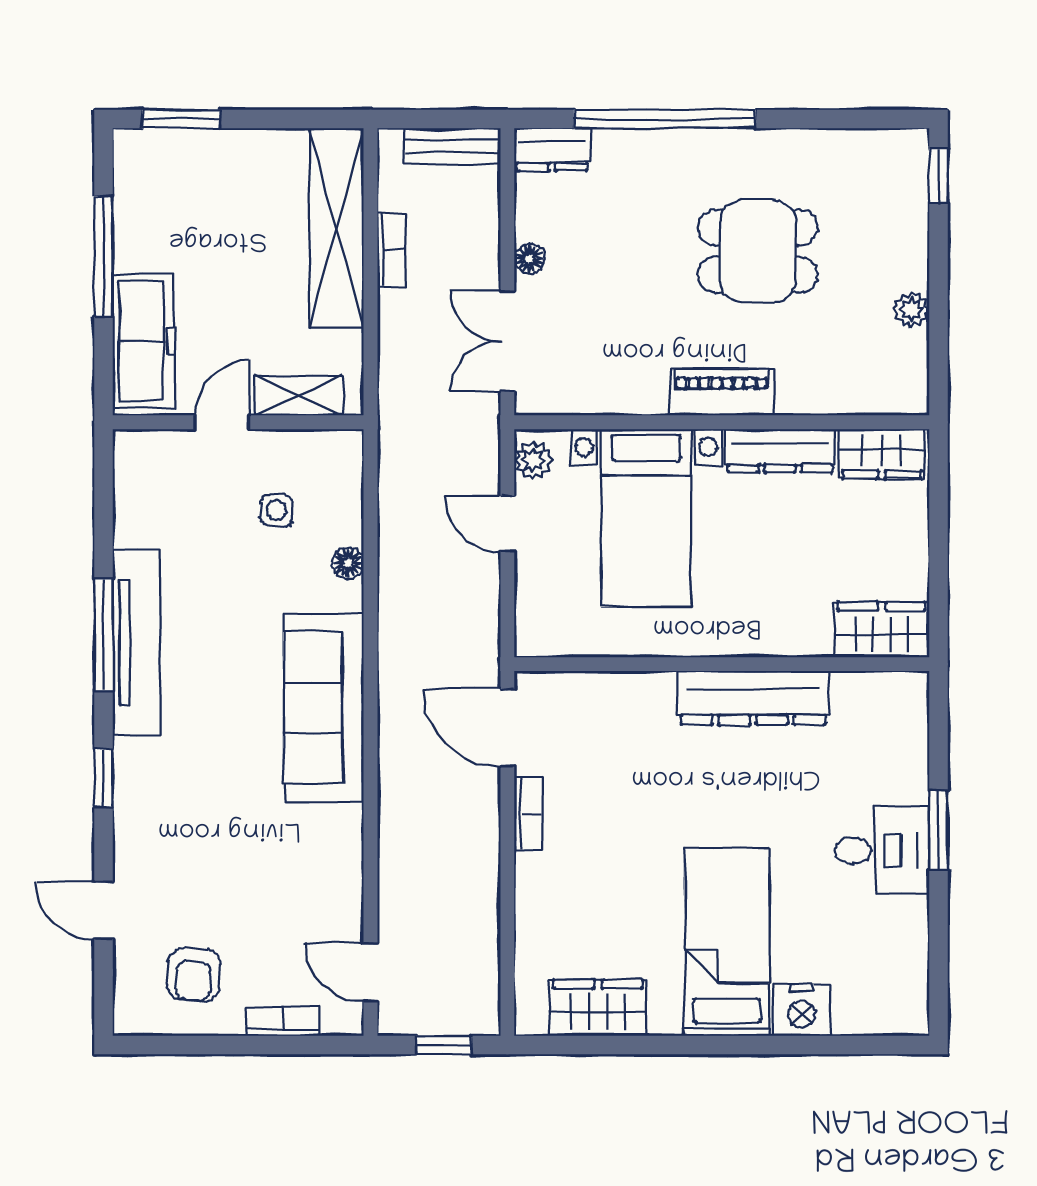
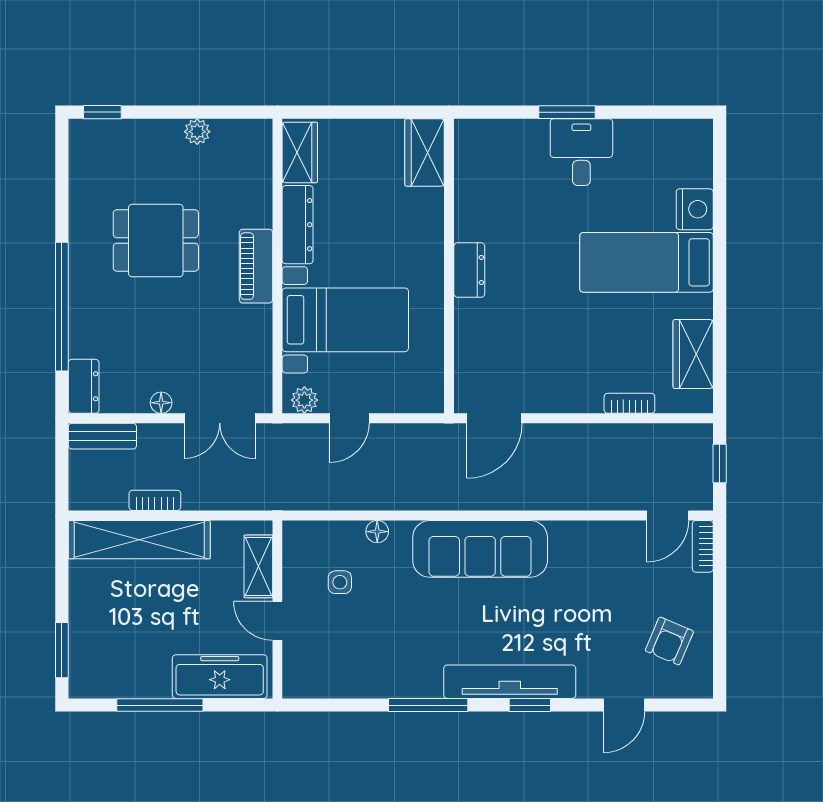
bench: (453, 146) -> (102, 436), moved, turned 90
dining table: (758, 251) -> (156, 241), turned 90
tv unit: (136, 643) -> (510, 682), moved
dresser: (753, 698) -> (469, 270), width x0.51, depth x0.80
bookcase: (528, 814) -> (629, 403), moved
armchair: (194, 974) -> (669, 641), turned 109
bookcase: (282, 1021) -> (703, 546), moved

